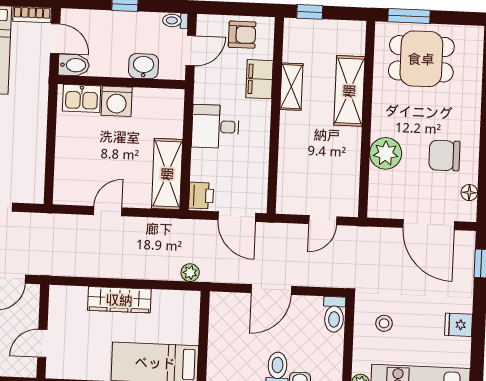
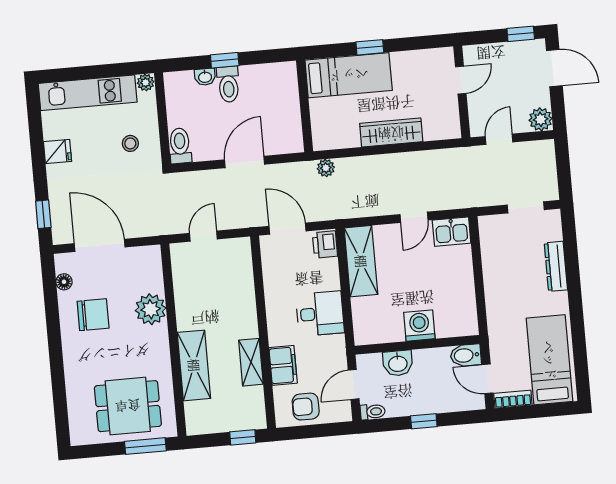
kitchen sink: (82, 98) -> (452, 232), moved, turned 180

